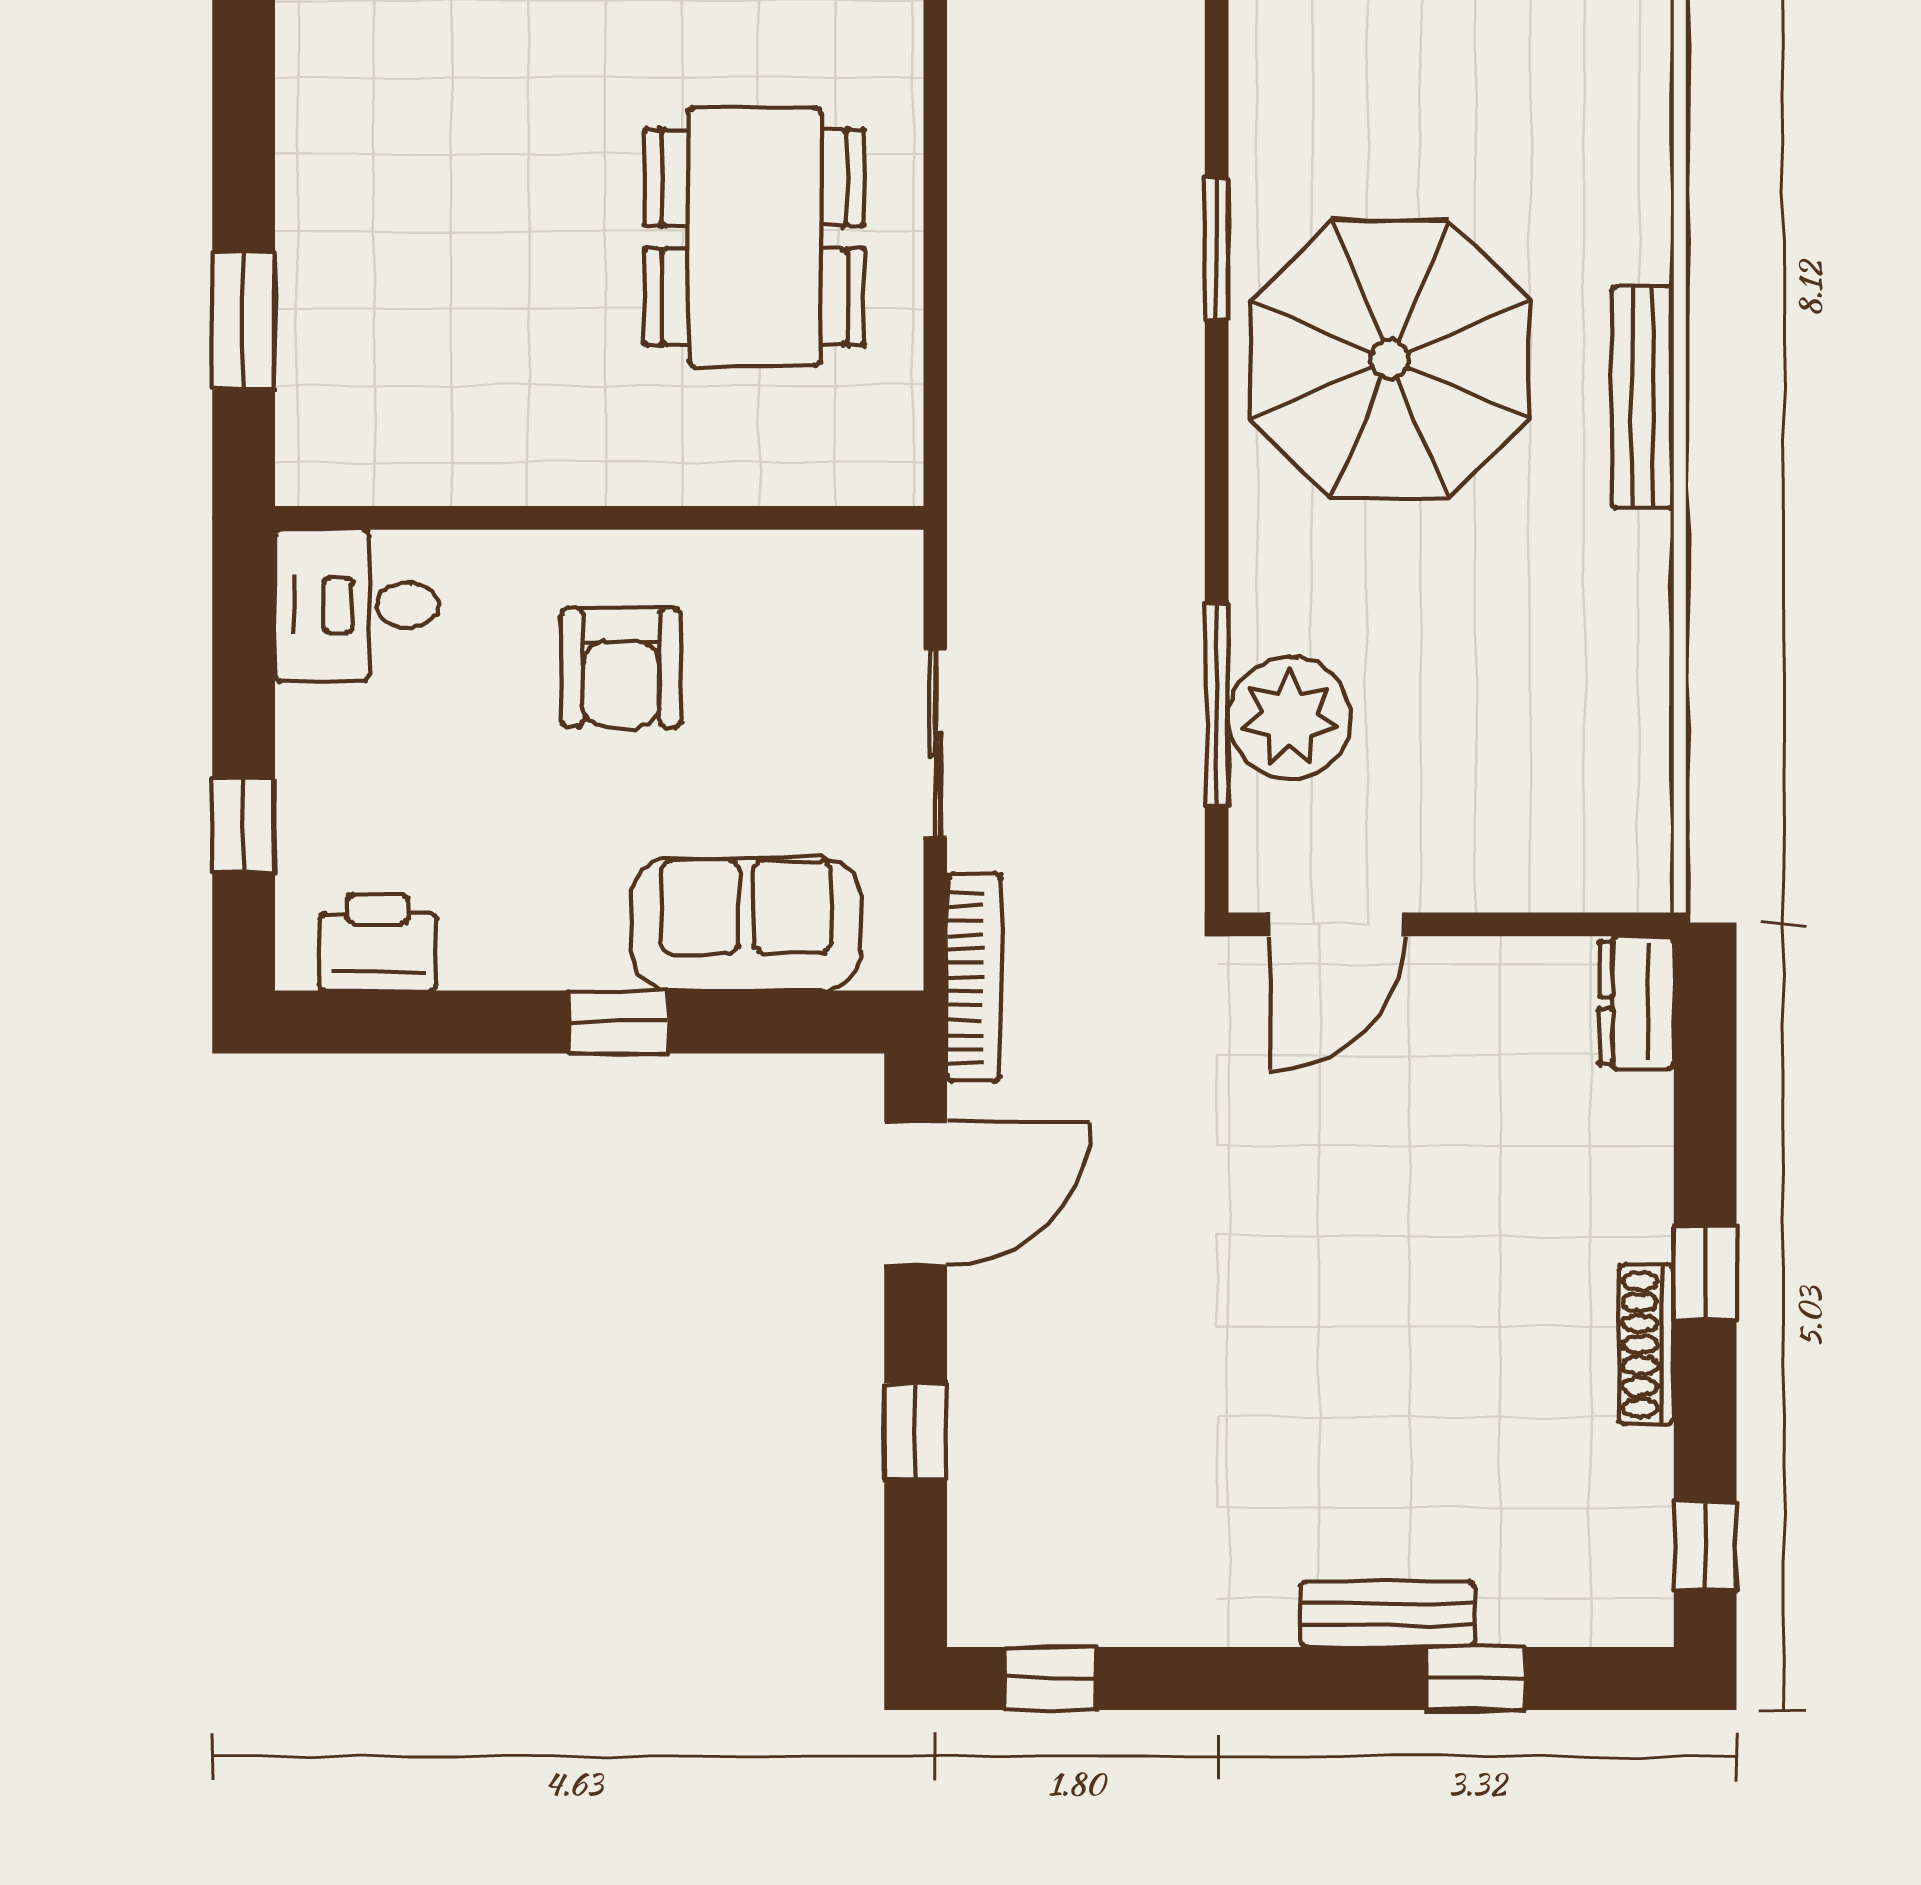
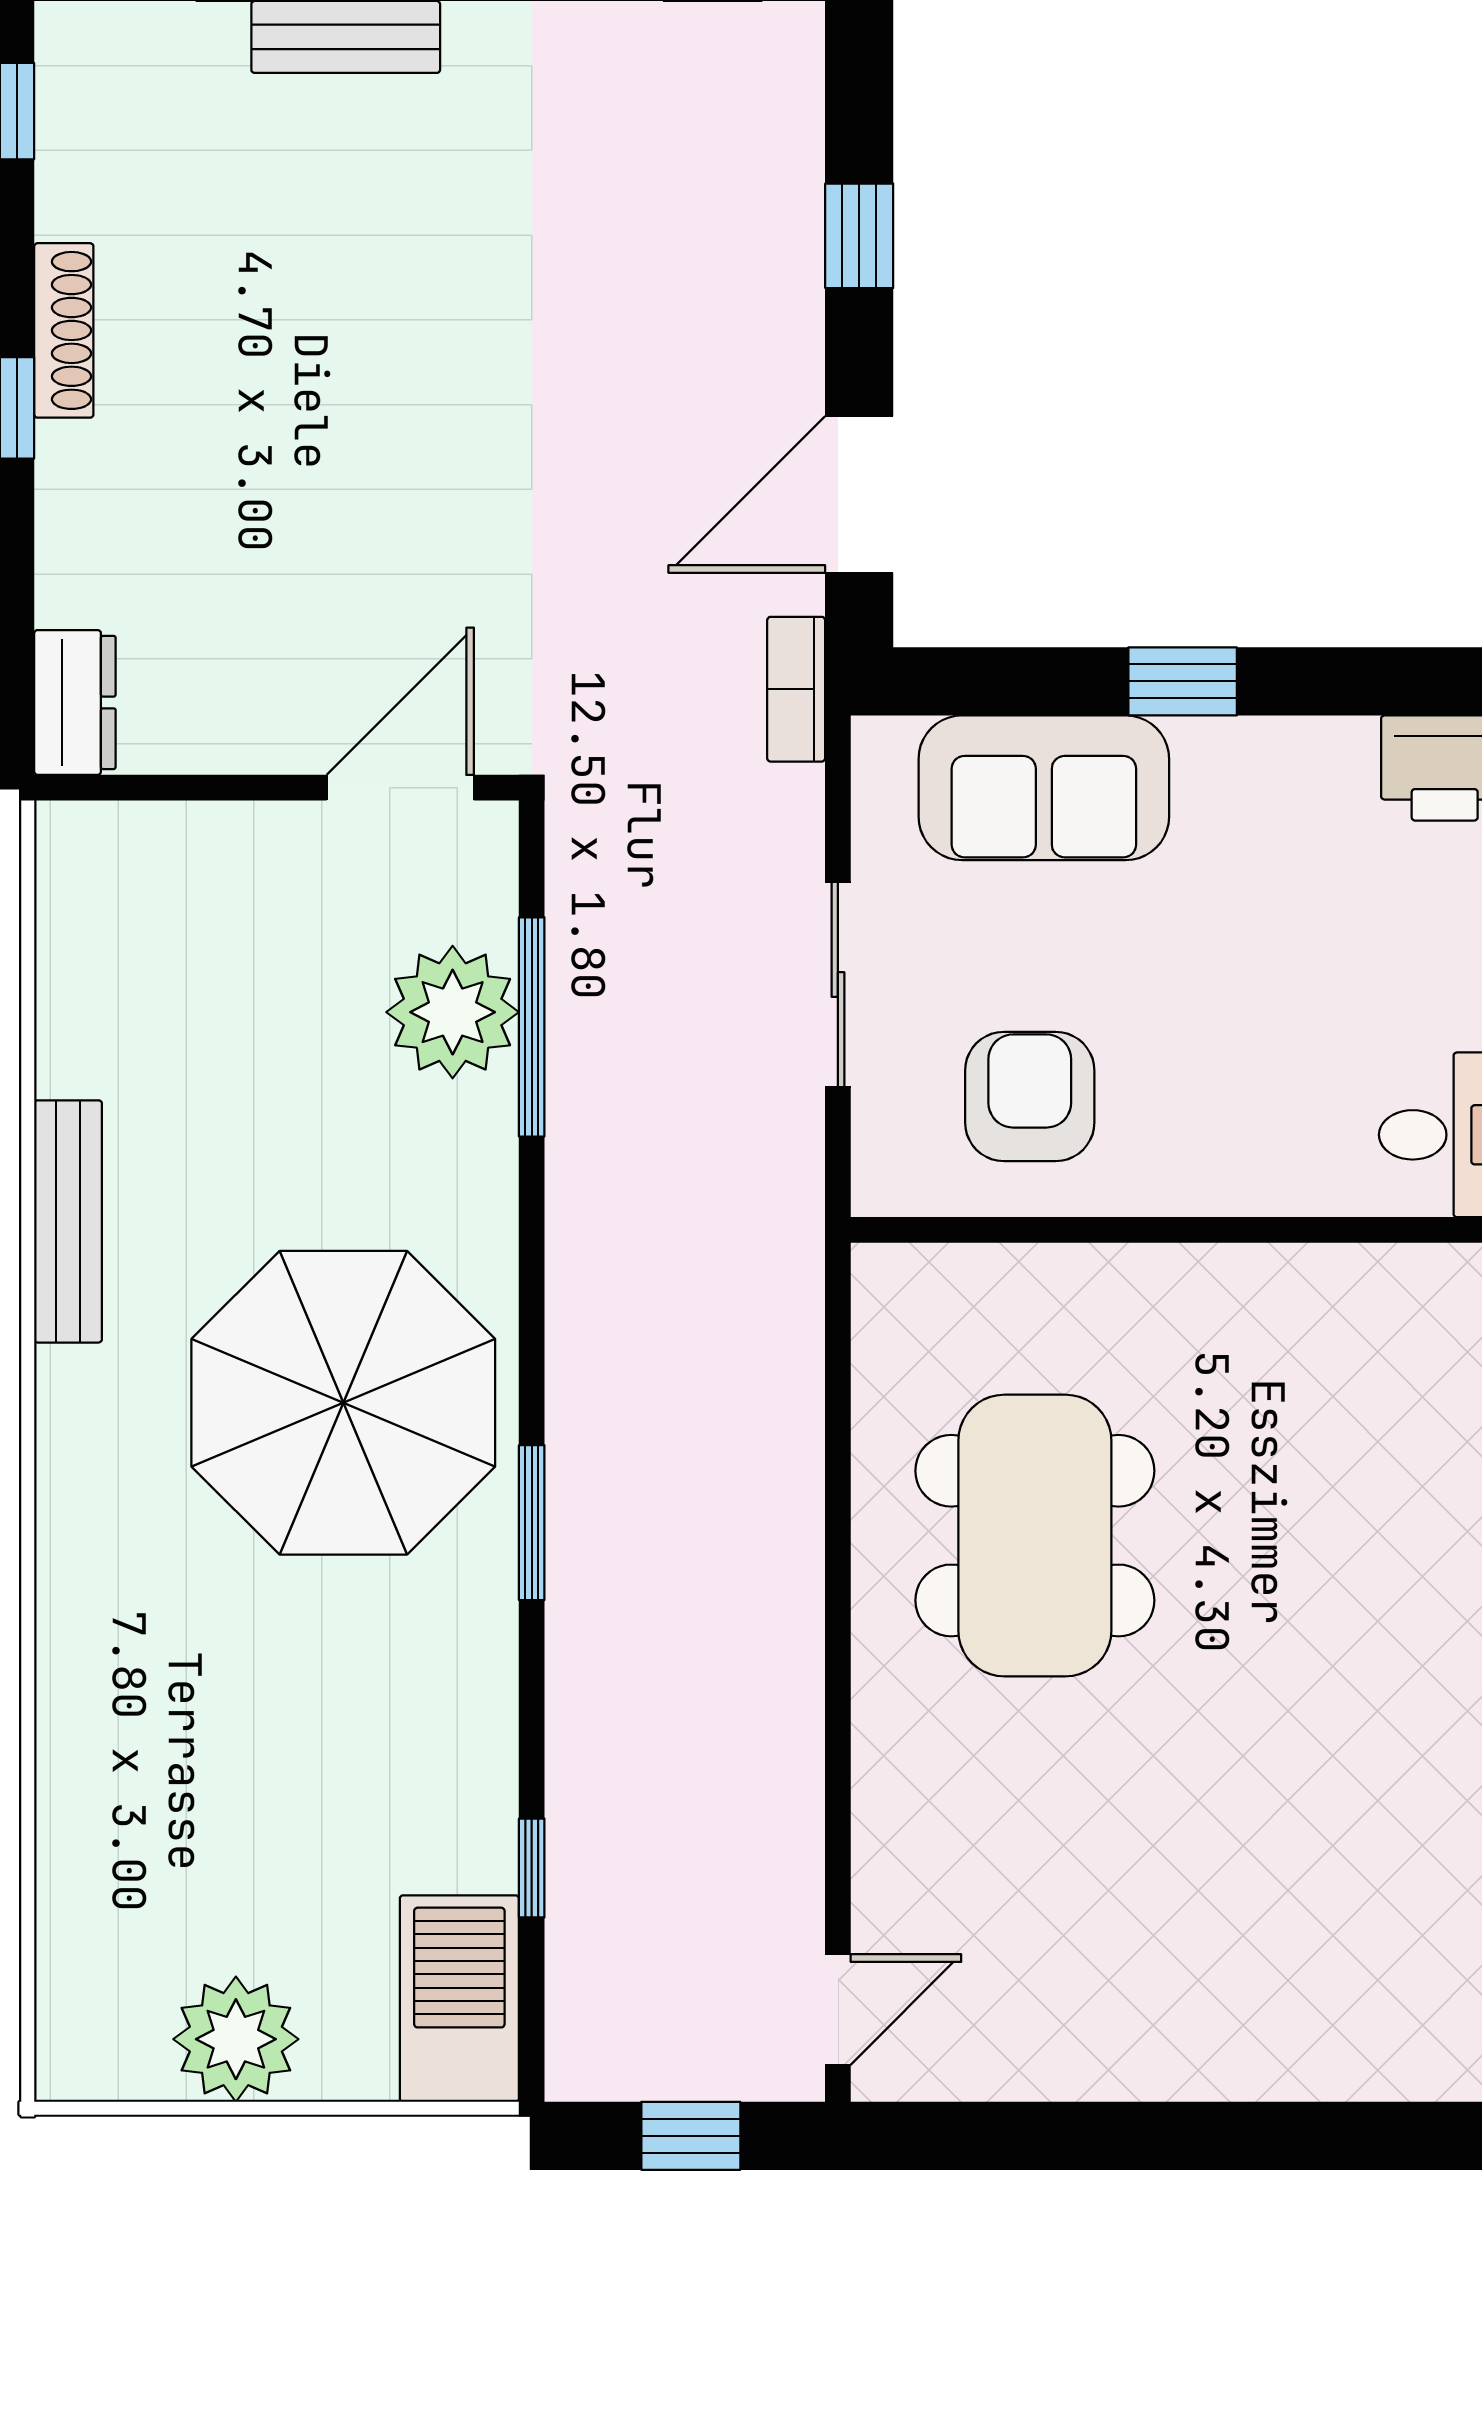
bench: (1643, 397) -> (68, 1221), moved
armchair: (621, 668) -> (1030, 1097), moved
bookcase: (974, 977) -> (796, 689), width x0.64

